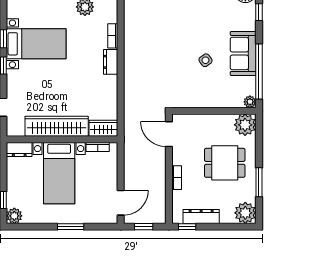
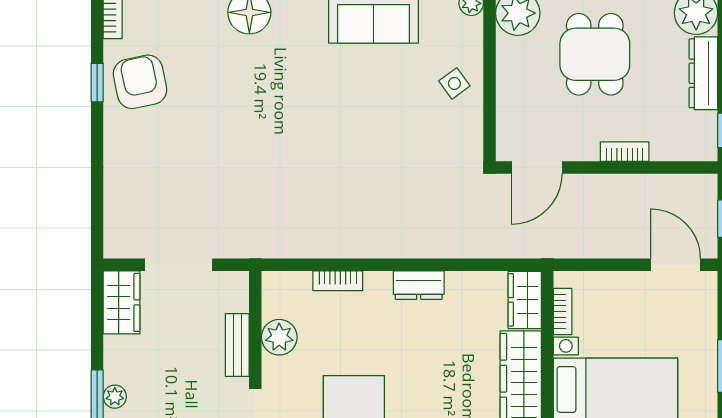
side table: (206, 60) -> (454, 83), moved
dresser: (111, 62) -> (419, 285), moved
dresser: (201, 217) -> (703, 73), moved

